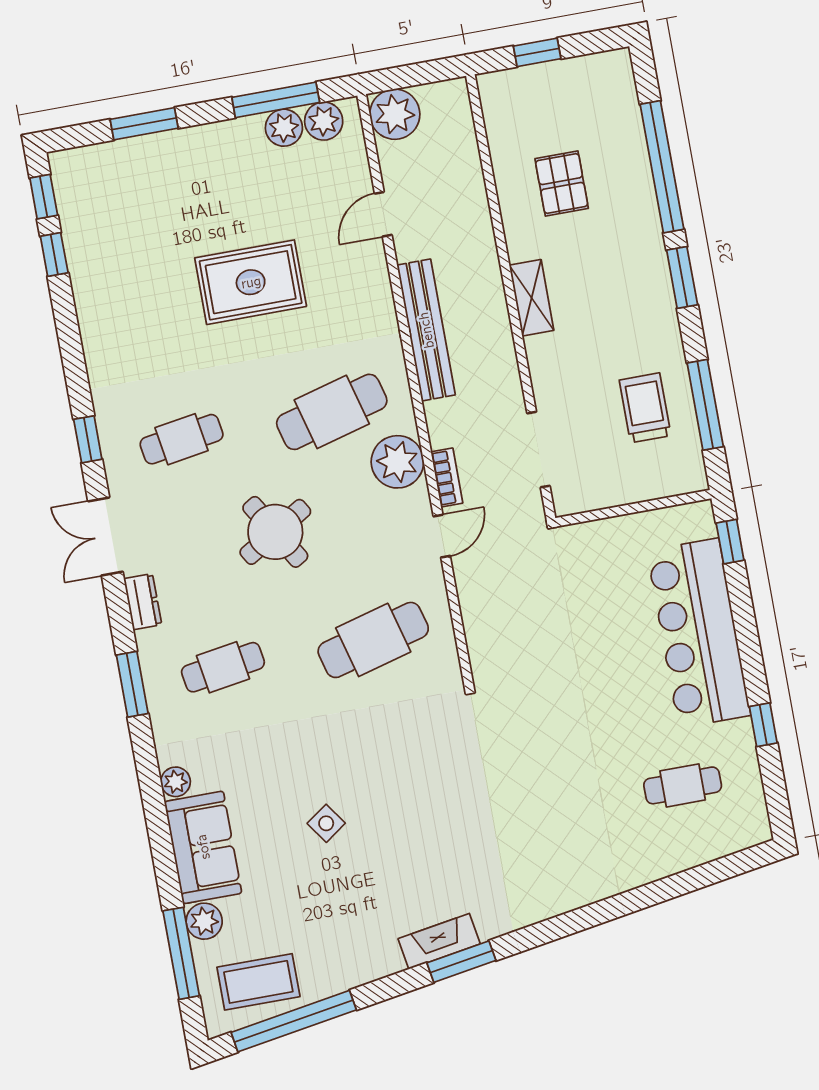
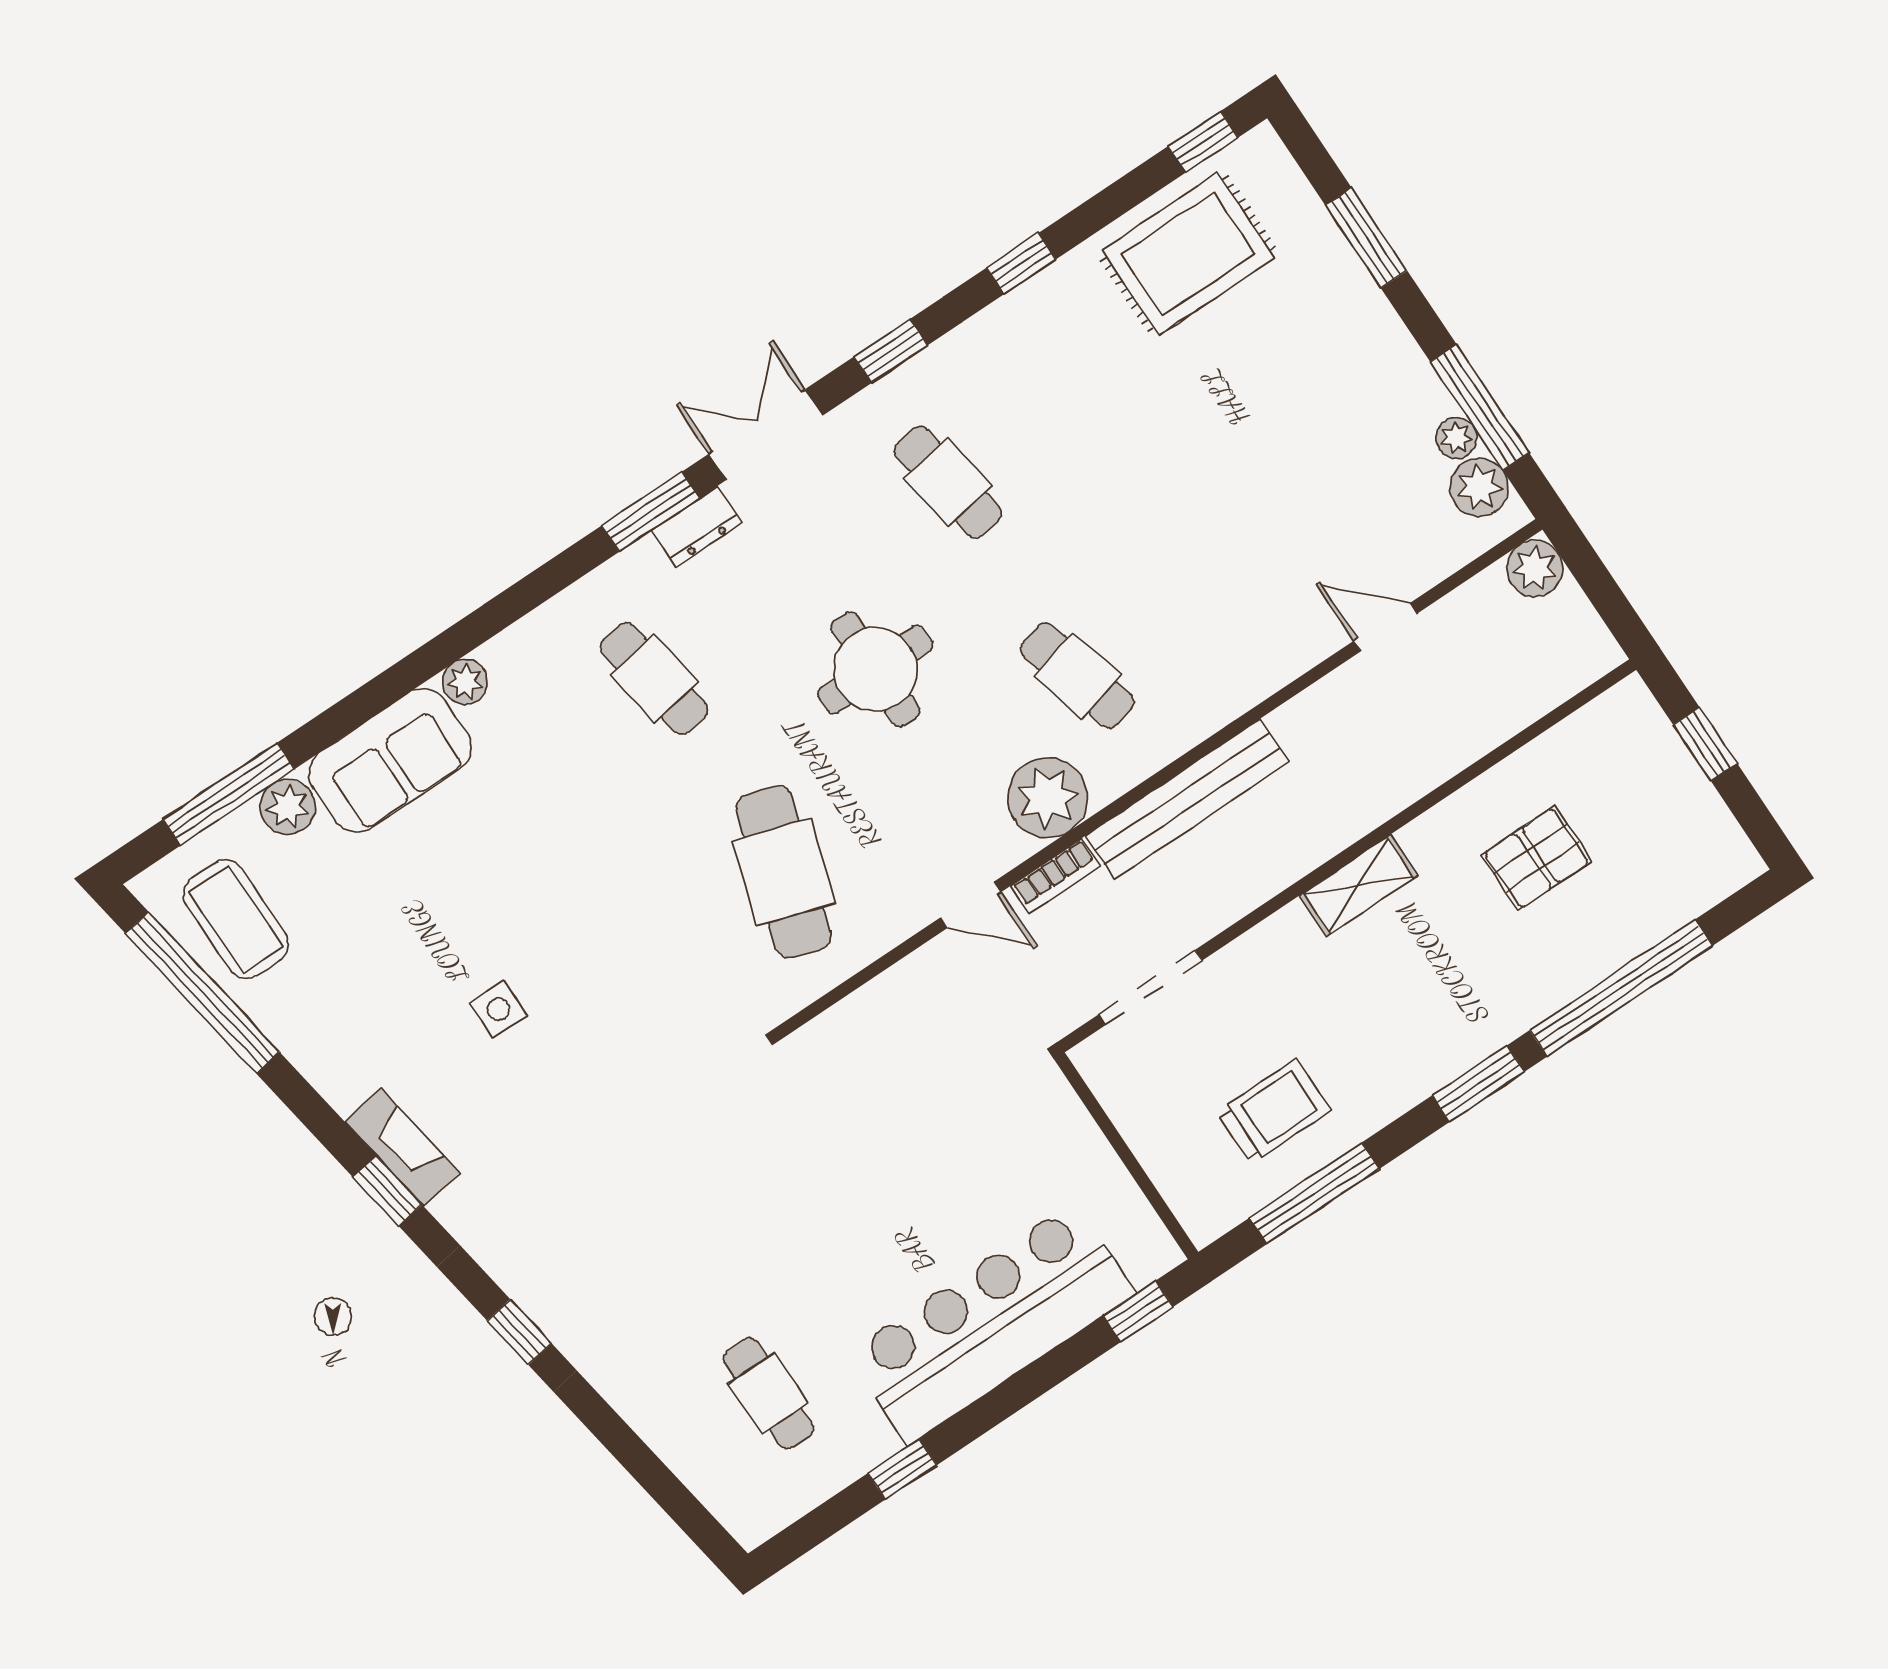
plant: (395, 114) -> (1535, 568), width x0.73, depth x0.73
plant: (284, 128) -> (1456, 438), width x0.73, depth x0.73
window: (54, 254) -> (1021, 264), moved
rug: (251, 282) -> (1188, 254), moved, turned 90
bench: (426, 330) -> (1187, 799), moved
cafe table: (332, 412) -> (1077, 675), width x0.73, depth x0.74
round table: (275, 532) -> (875, 669), turned 31
cafe table: (373, 640) -> (784, 872), turned 33
window: (132, 684) -> (651, 512), moved
side table: (326, 823) -> (498, 1009), moved, turned 35
window: (581, 919) -> (519, 1332), added
window: (461, 962) -> (388, 1191), width x0.67

